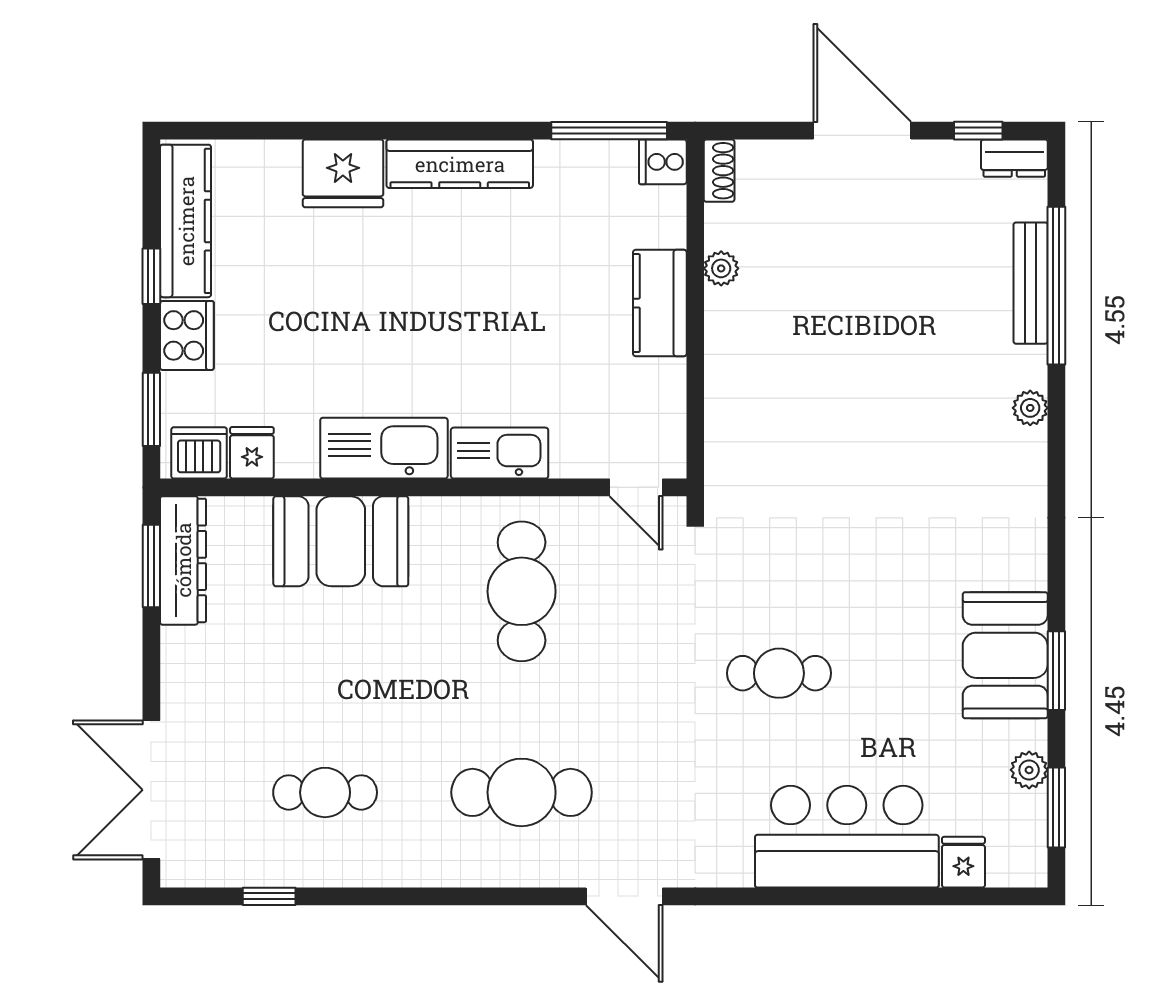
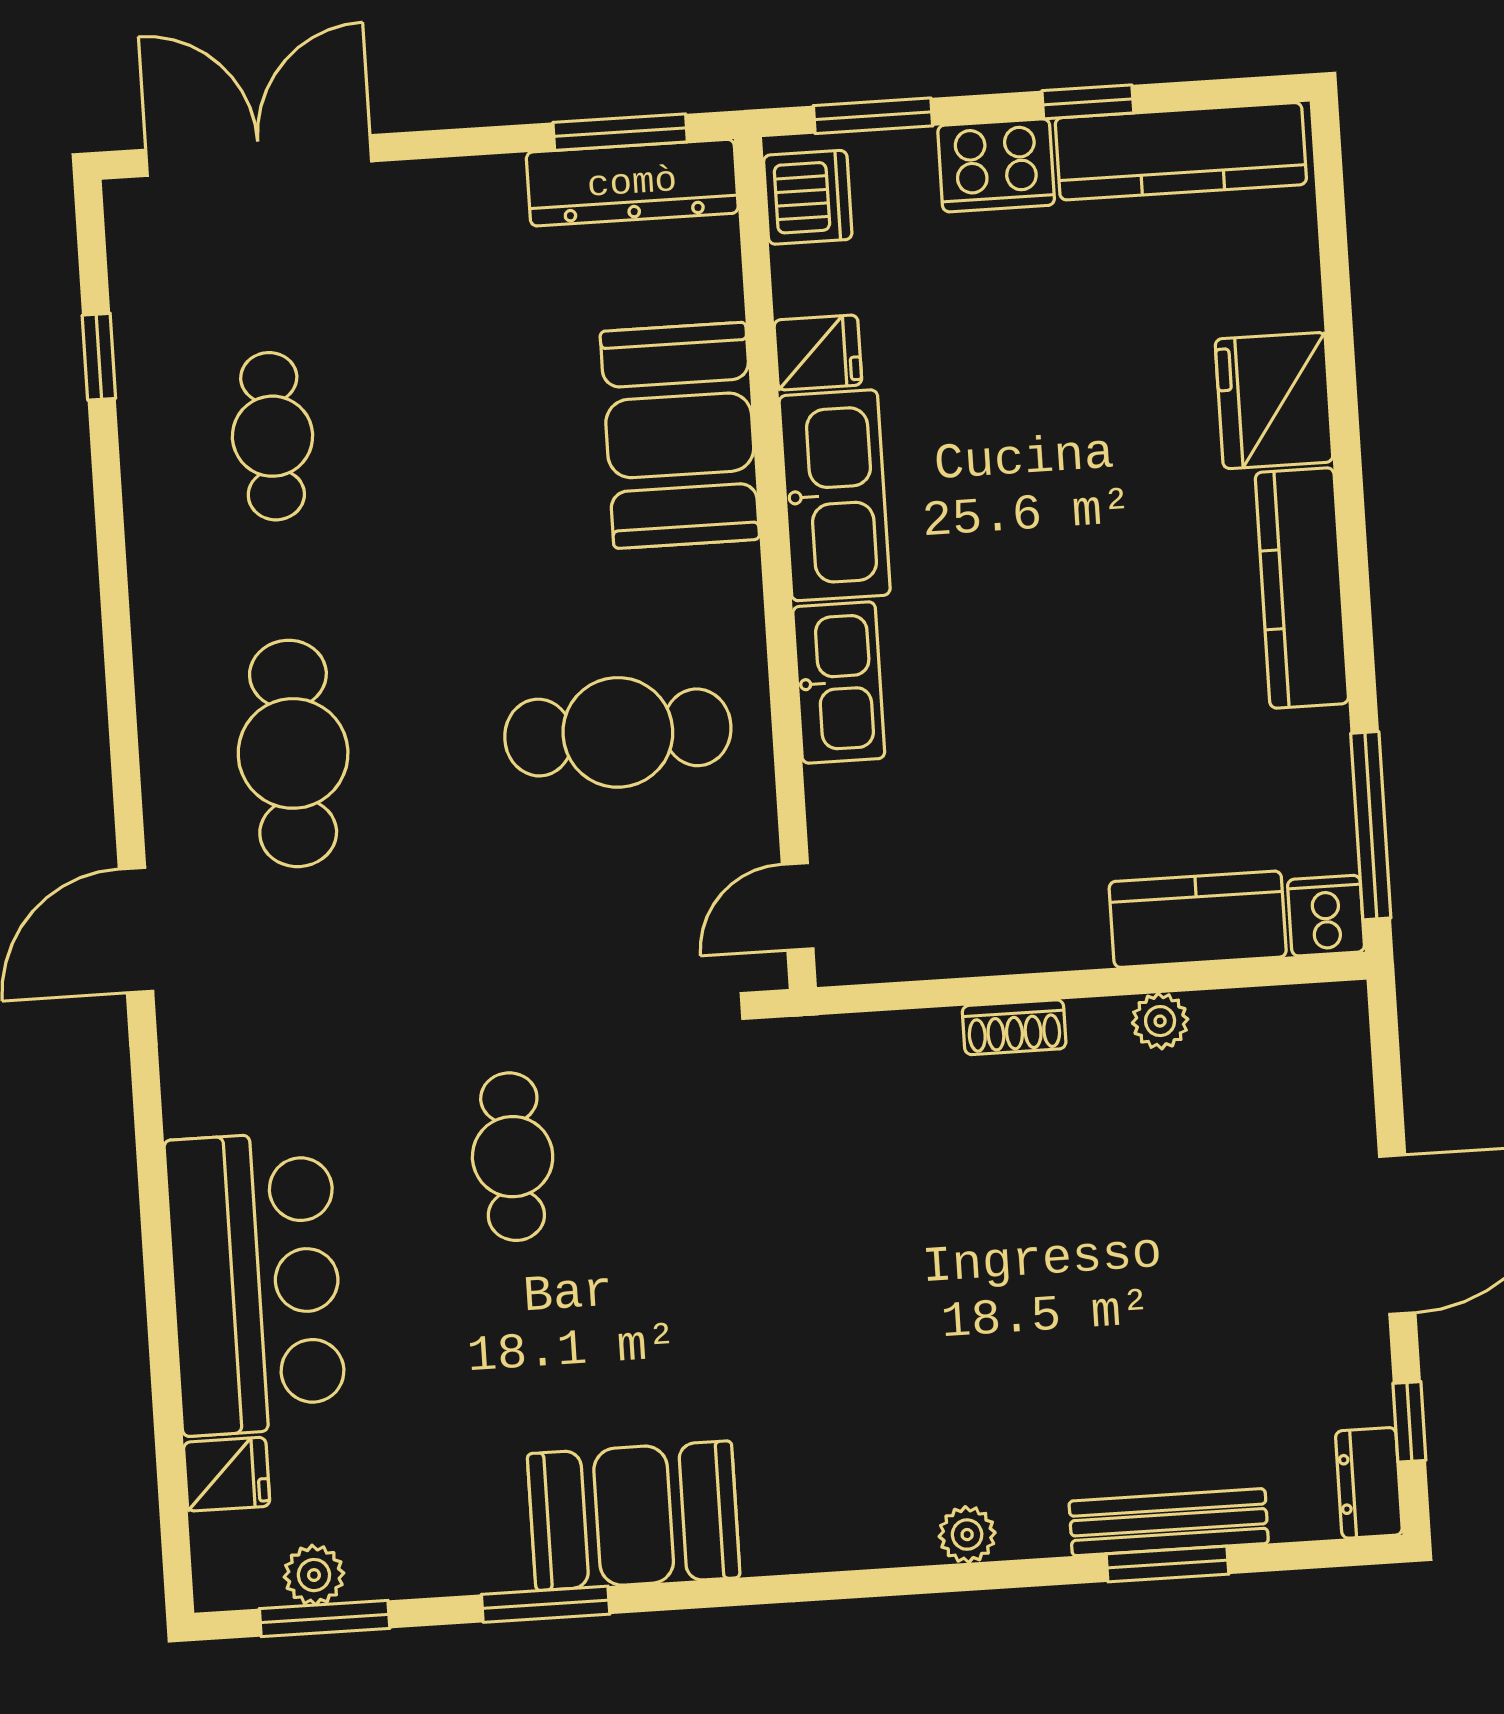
shoe rack: (719, 171) -> (1014, 1027), moved
window: (1056, 286) -> (1167, 1564), width x0.47
kitchen counter: (660, 303) -> (1198, 919), moved
fridge: (252, 453) -> (818, 352), moved
booth: (1005, 655) -> (634, 1516), moved
plant: (1029, 770) -> (314, 1575), moved

